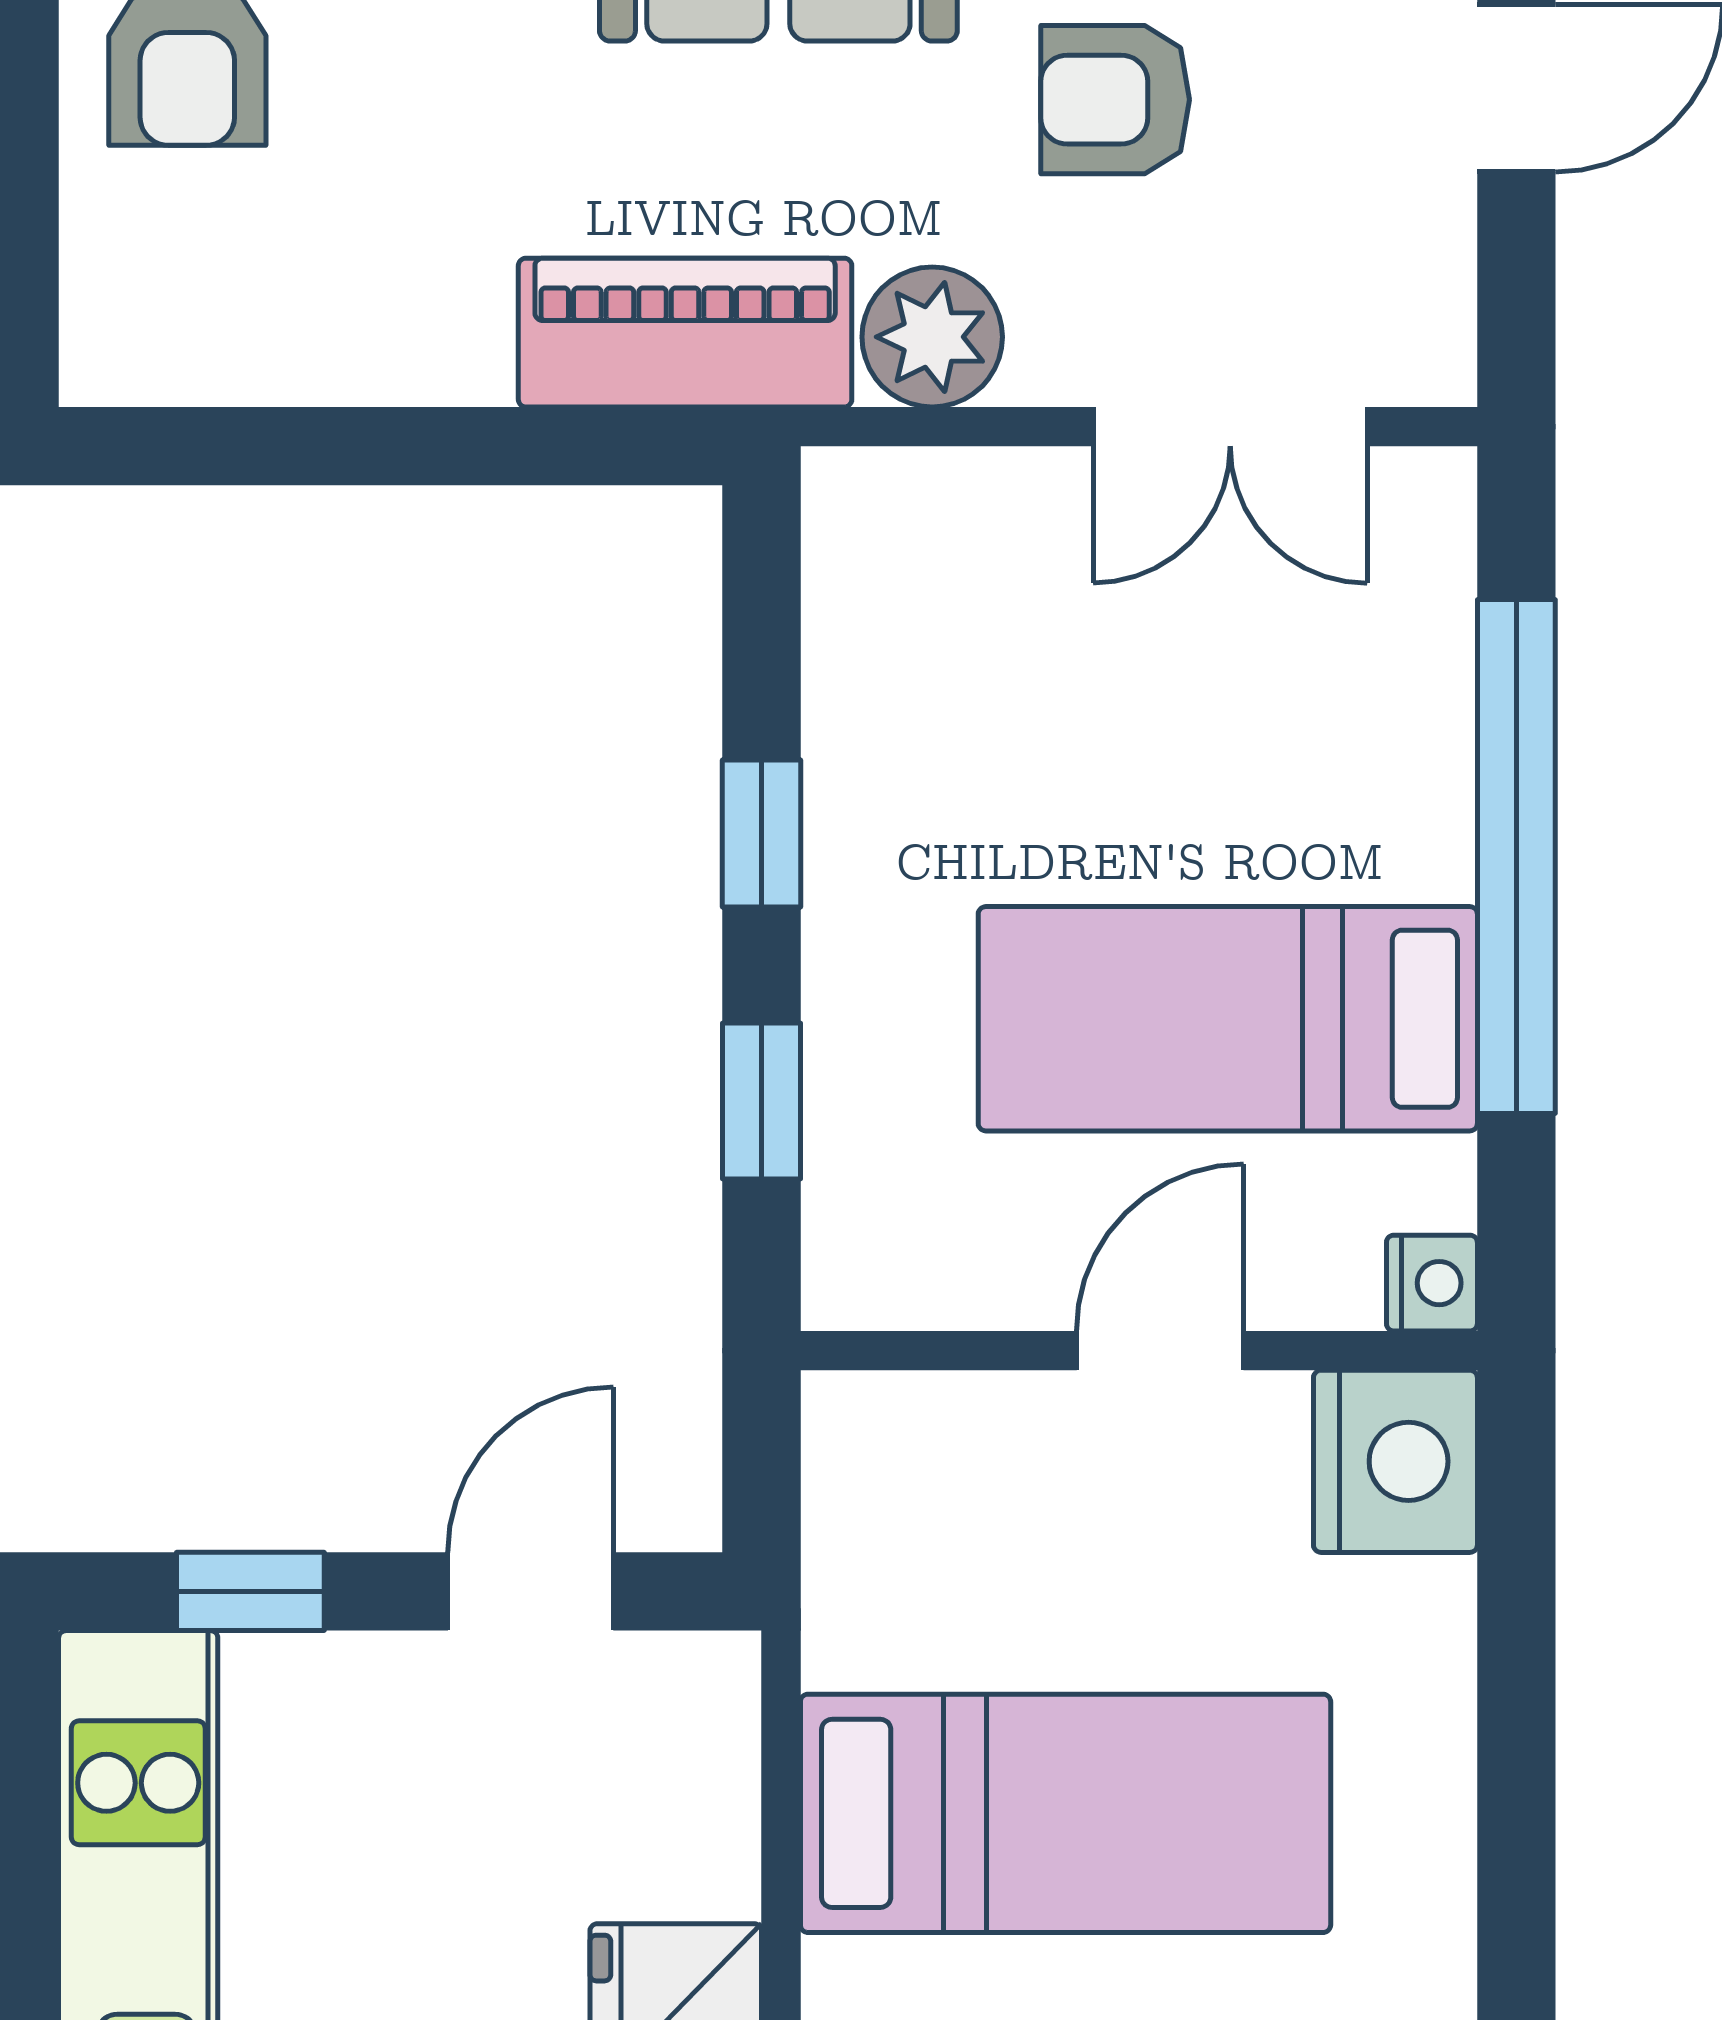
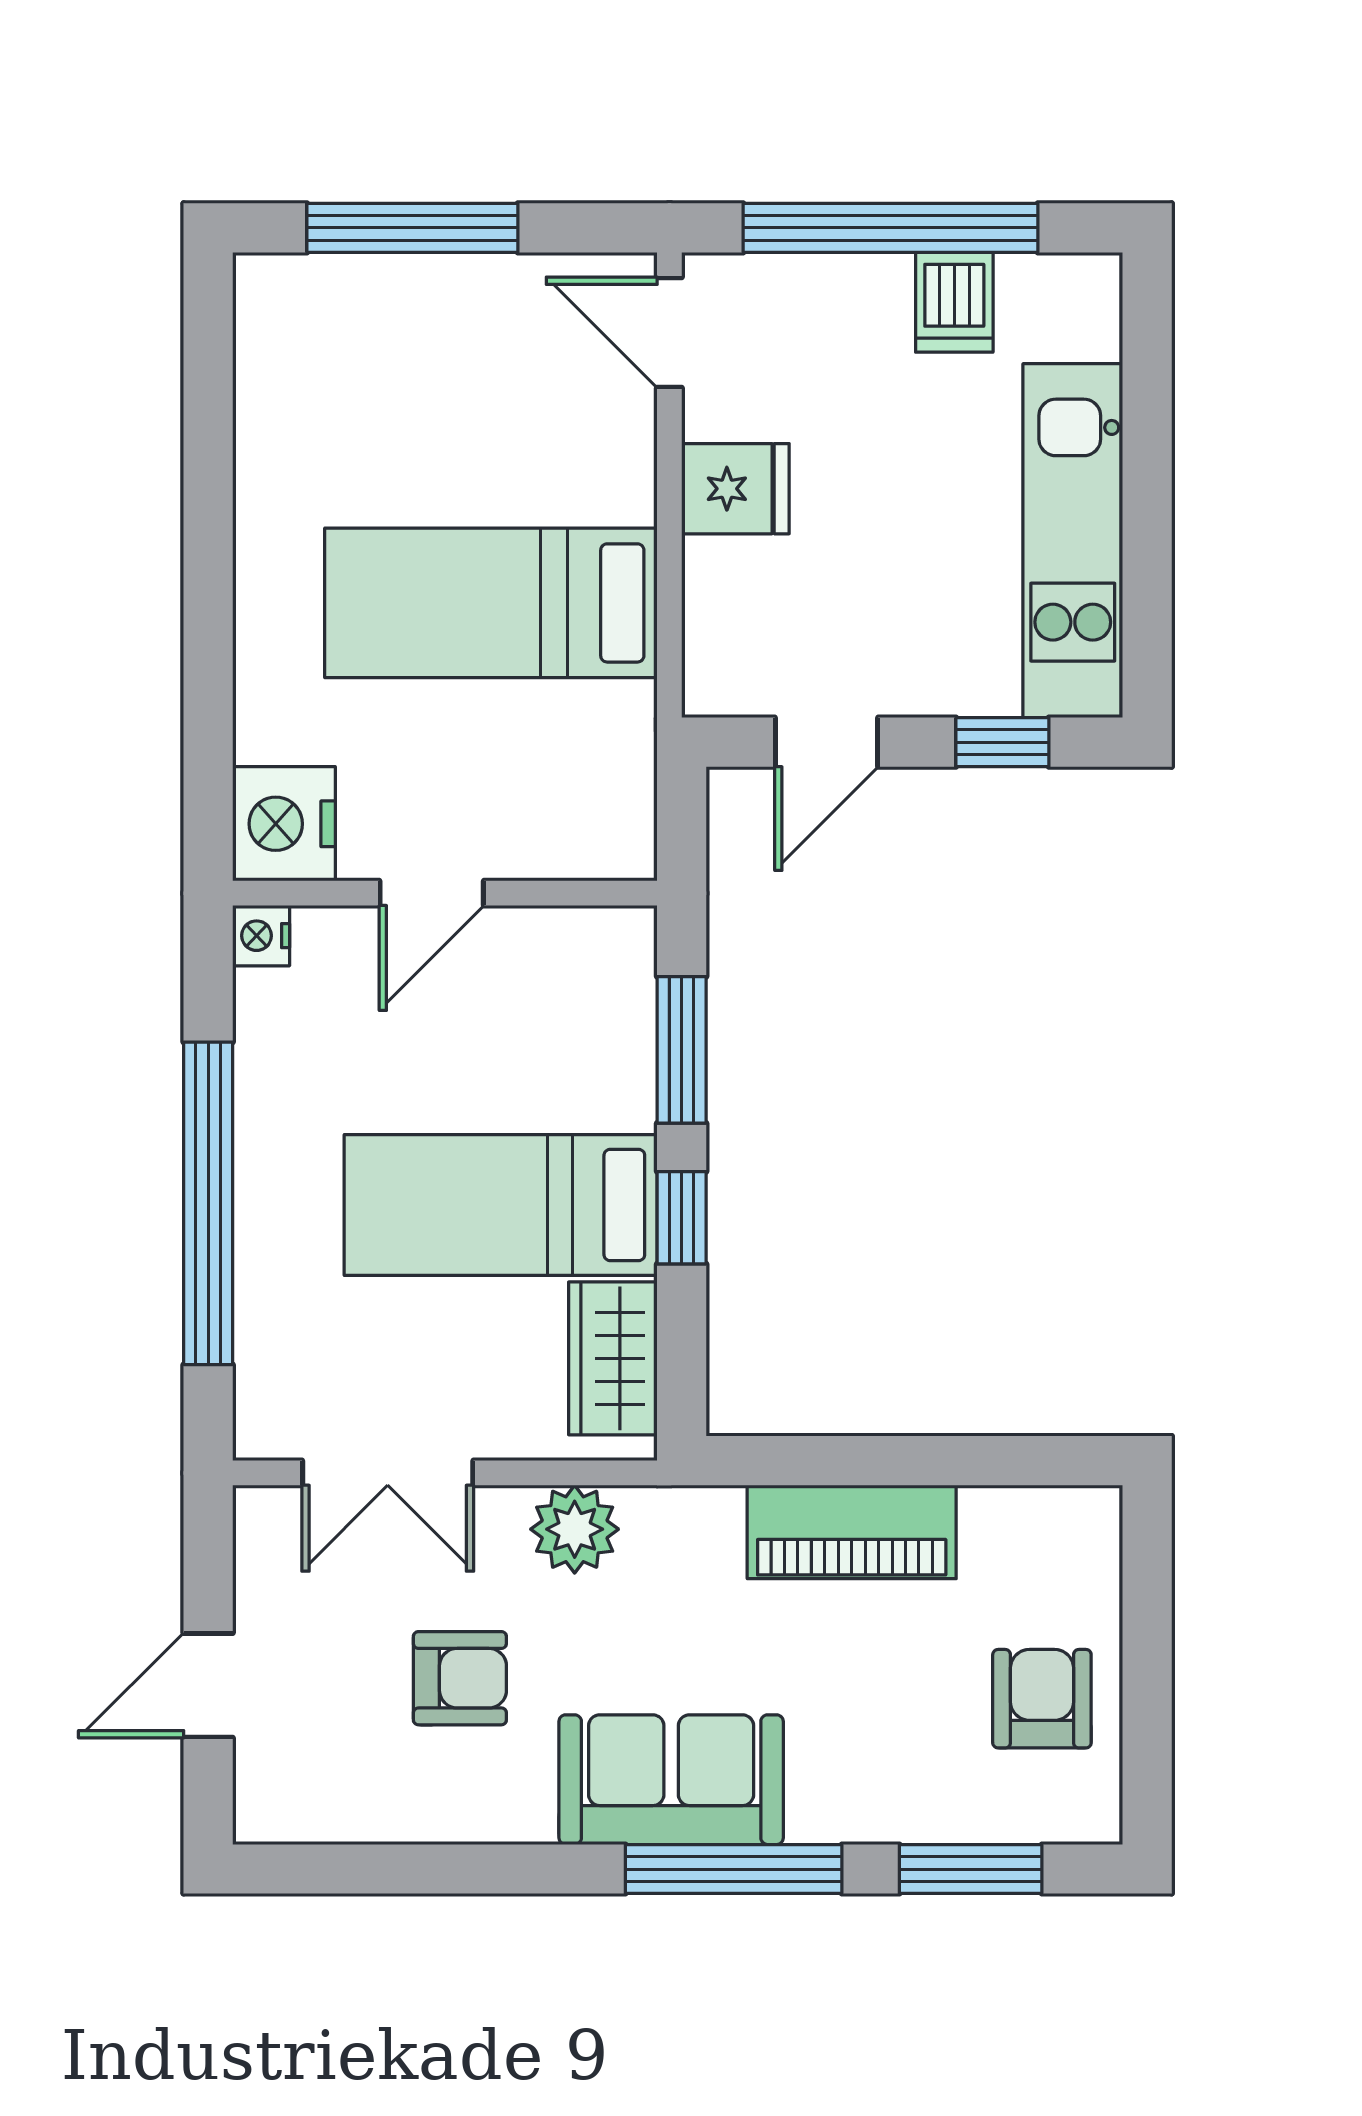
piano: (685, 333) -> (852, 1532), moved
double door: (1230, 427) -> (388, 1473), swing flipped
wardrobe: (871, 609) -> (613, 1358), added
bed: (1228, 1019) -> (501, 1205), moved, turned 180
window: (761, 1101) -> (682, 1050), width x1.50

